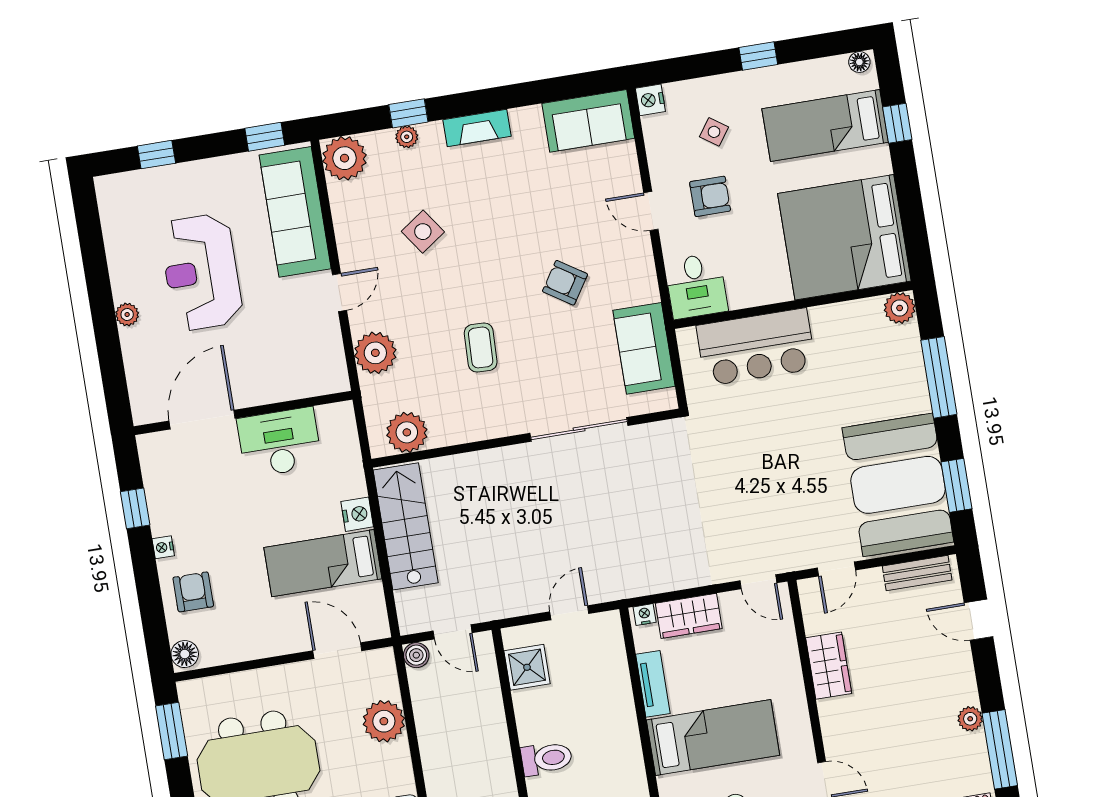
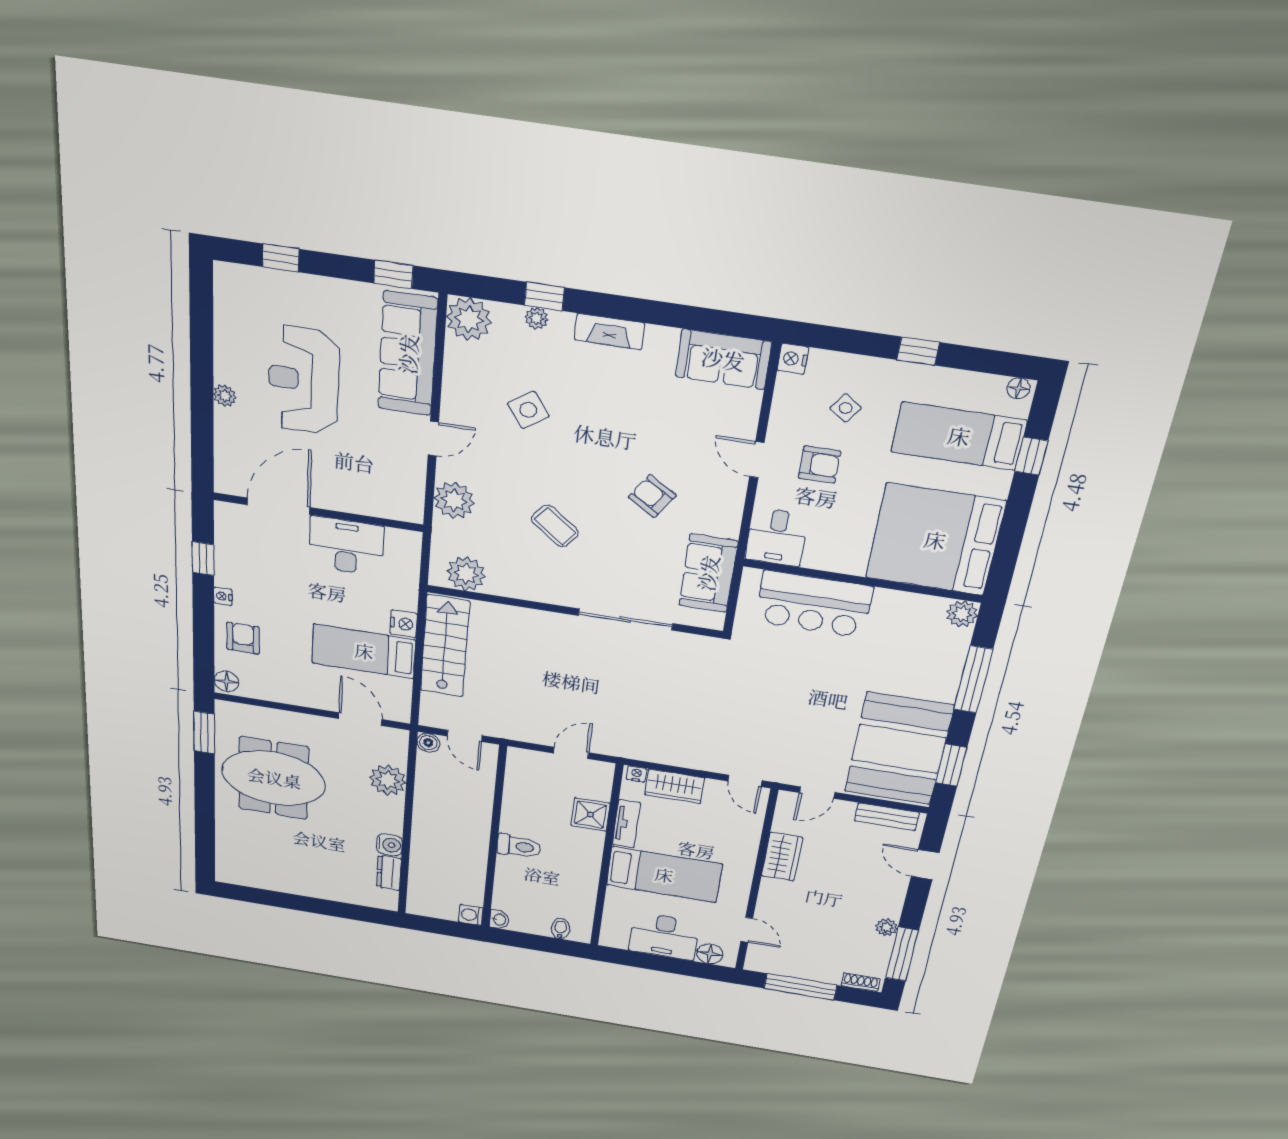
coffee table: (481, 347) -> (555, 526), turned -54
shower: (527, 667) -> (590, 814), moved

